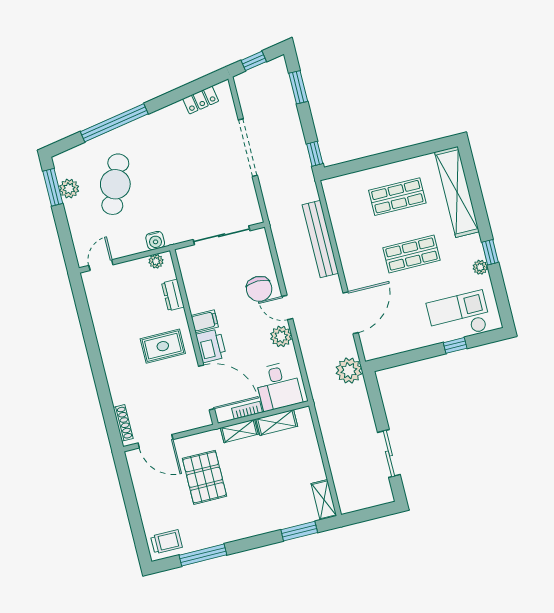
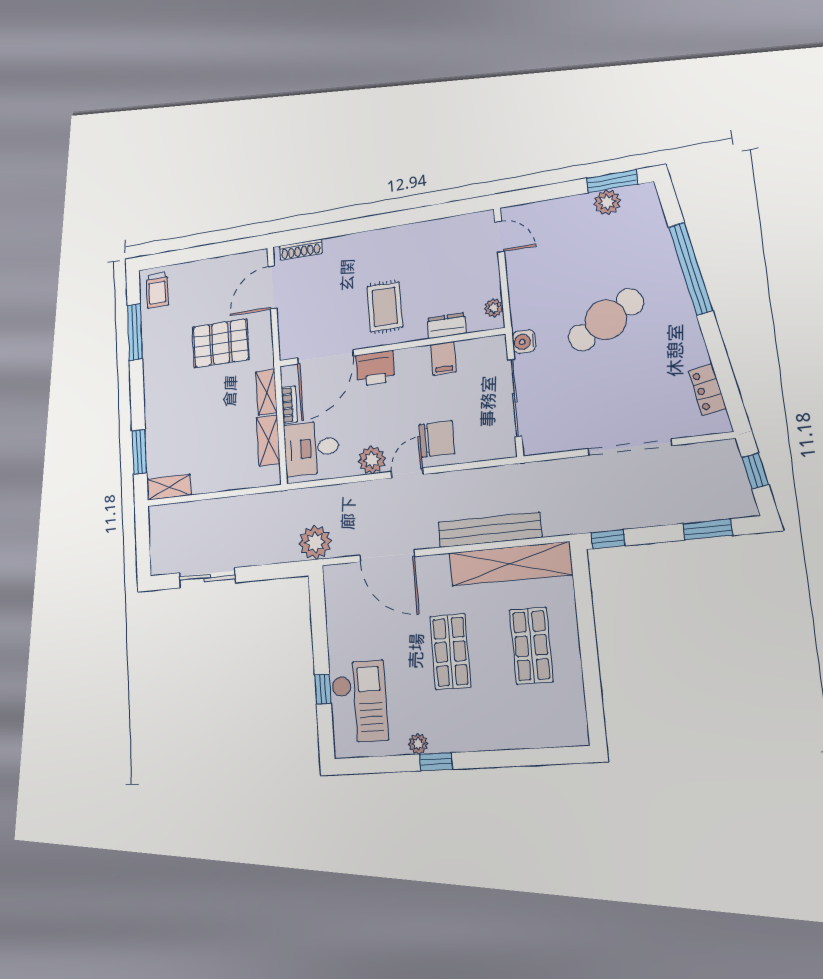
cafe table: (115, 184) -> (606, 320), moved, turned -52
shelving: (457, 192) -> (510, 564), moved
water cooler: (155, 241) -> (524, 342), moved
chair: (259, 289) -> (437, 439), turned 180
filing cabinet: (205, 321) -> (443, 358), moved

